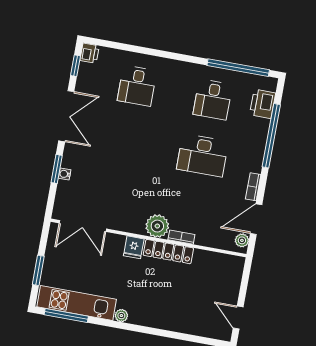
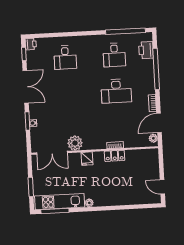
plant: (157, 226) -> (75, 143), moved
locker: (168, 252) -> (115, 156), width x0.66

